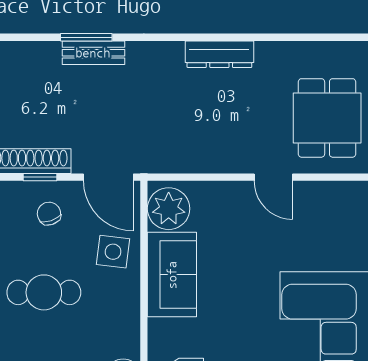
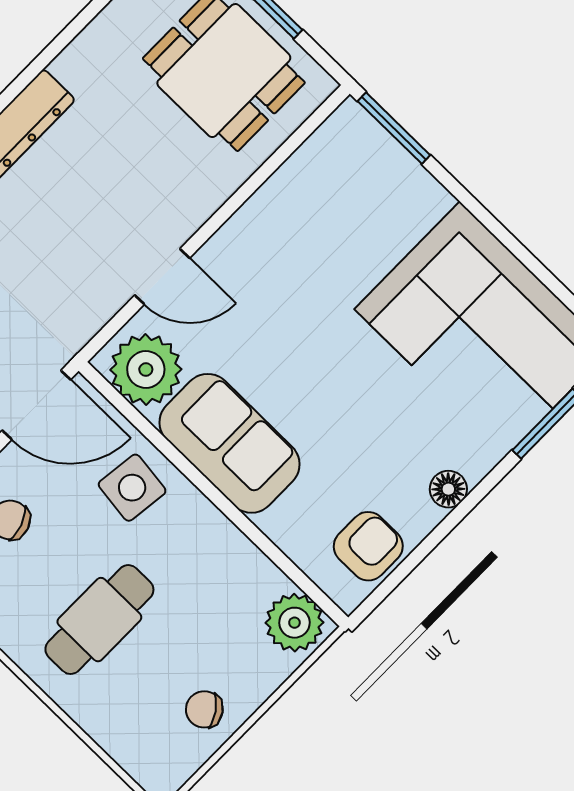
door: (273, 177) -> (162, 277), moved

